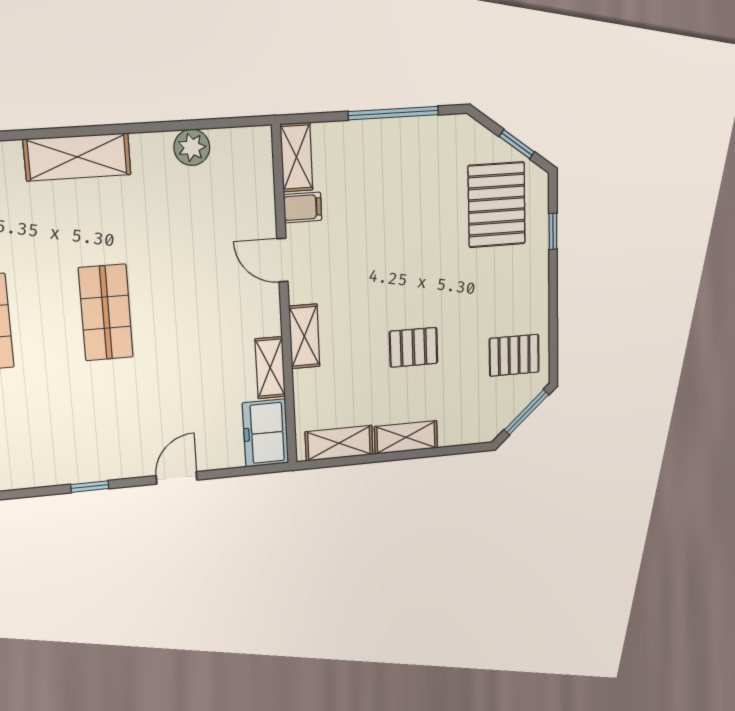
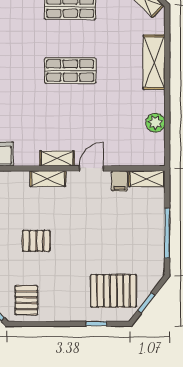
pallet: (413, 347) -> (36, 241), turned 90
shelving: (270, 368) -> (57, 158), moved

